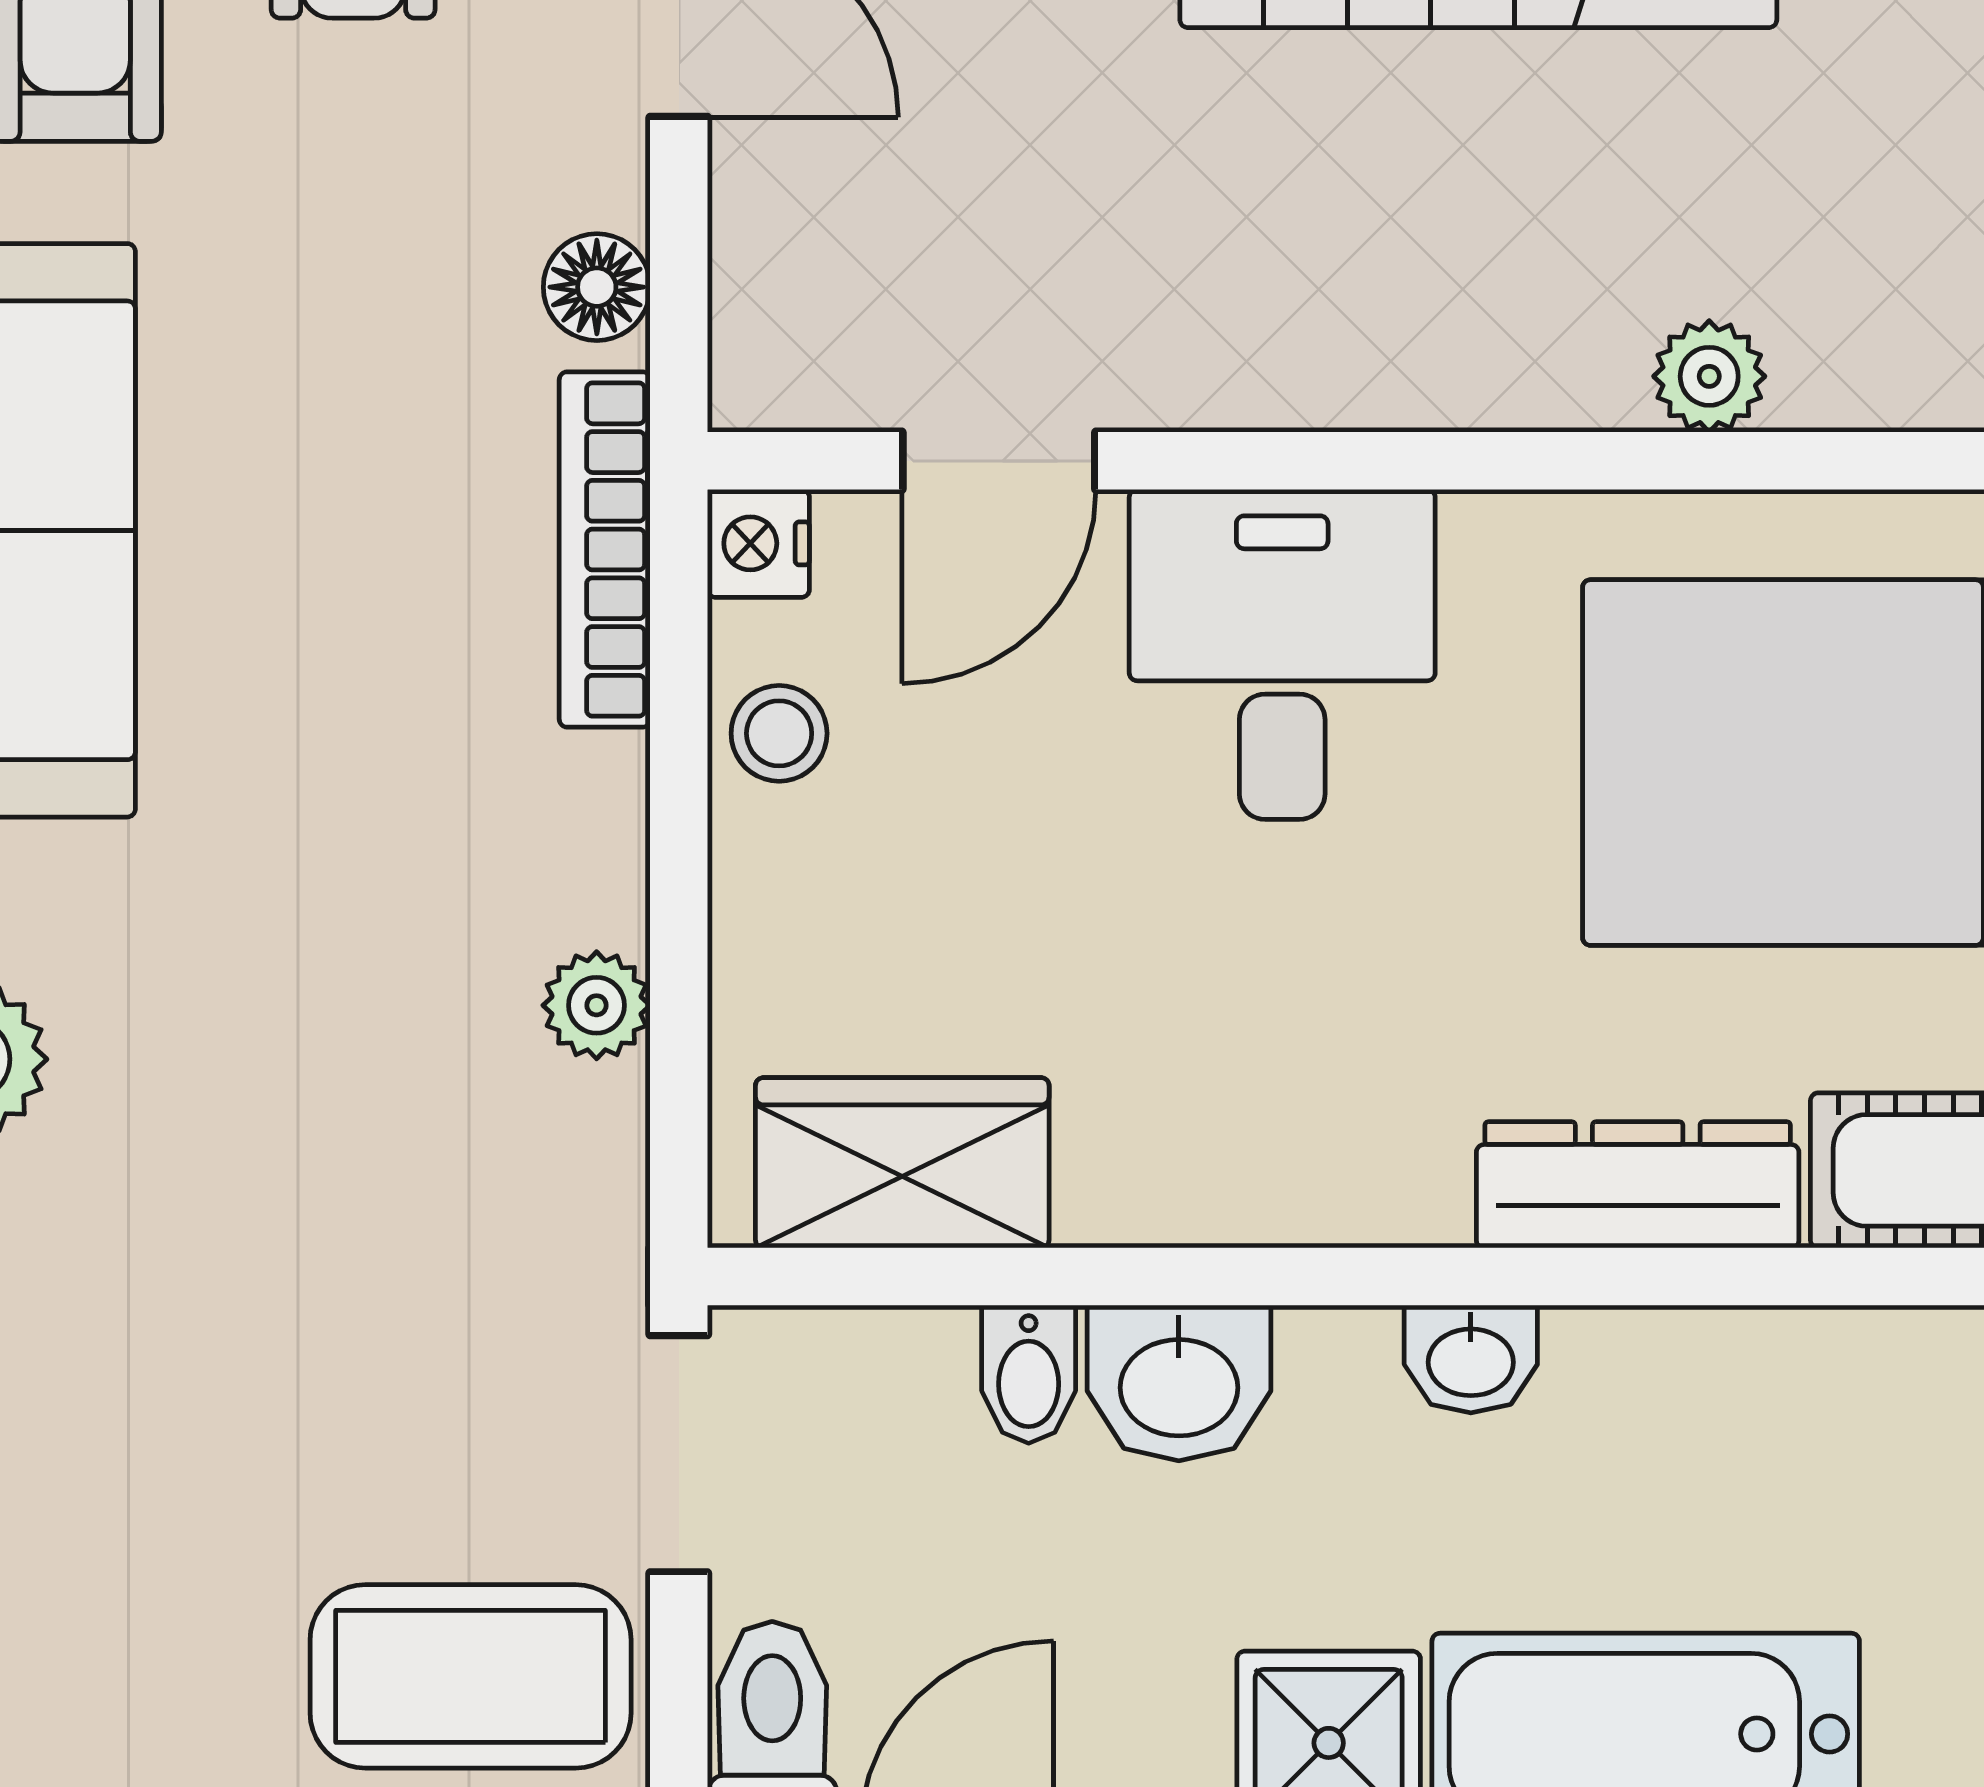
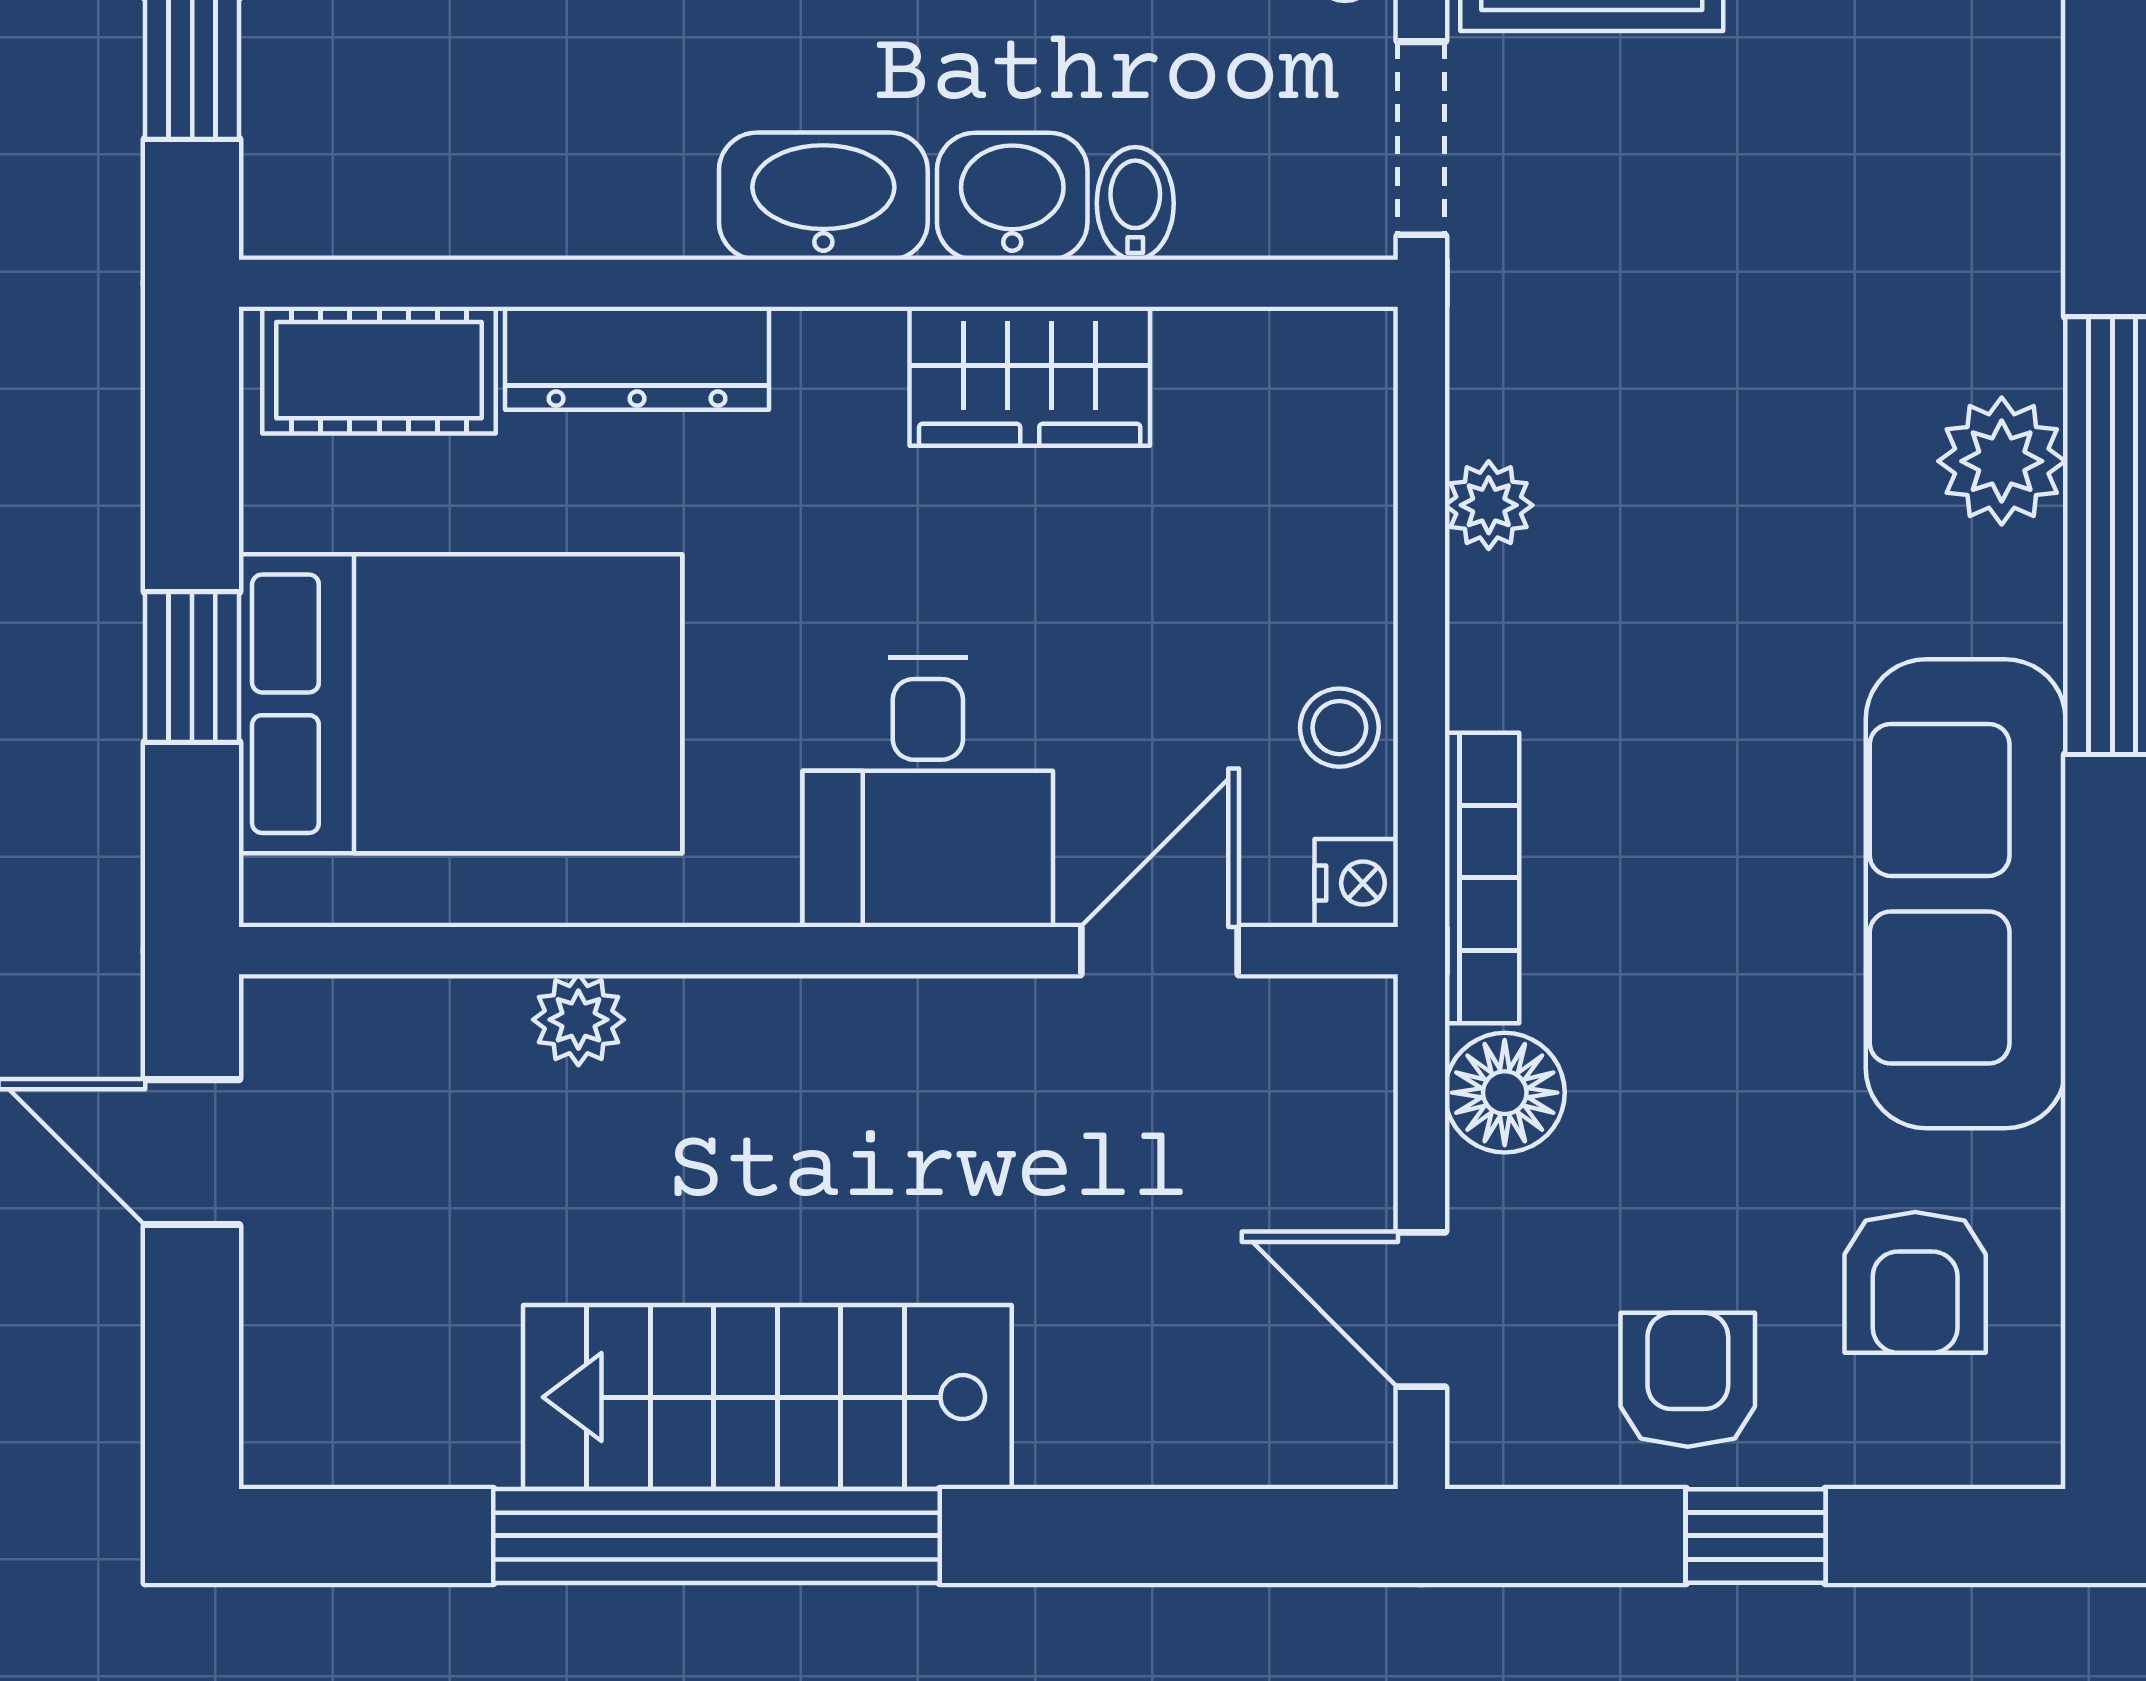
floor lamp: (597, 287) -> (1505, 1093), width x1.37, depth x1.37
wardrobe: (902, 1163) -> (1030, 376), moved
washbasin: (1471, 1359) -> (823, 196), width x1.91, depth x1.45

